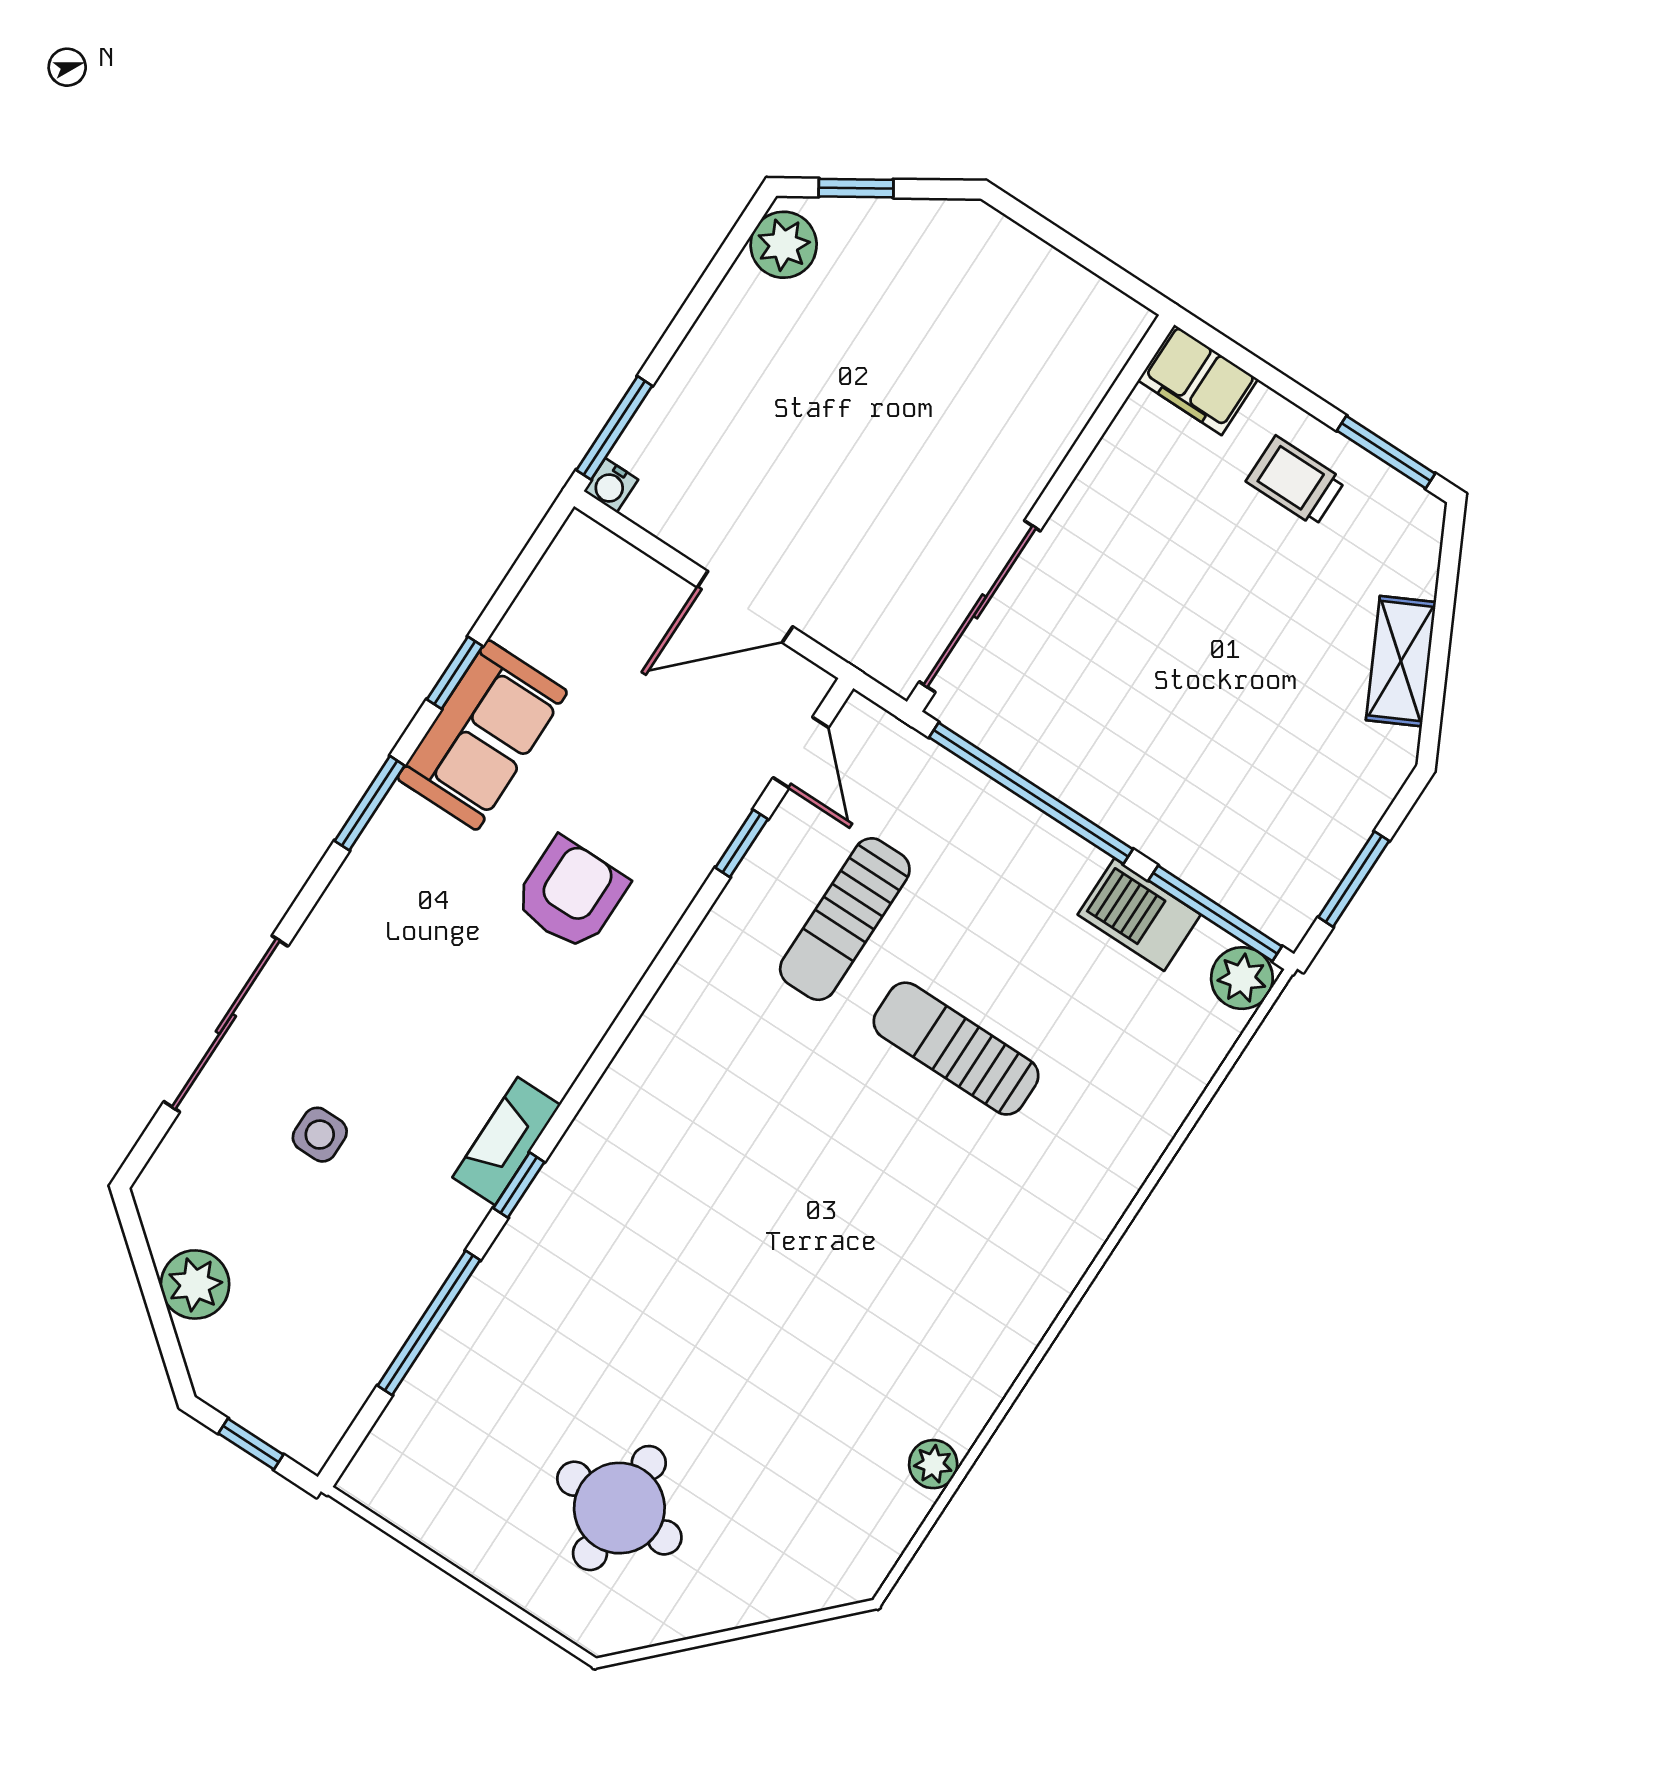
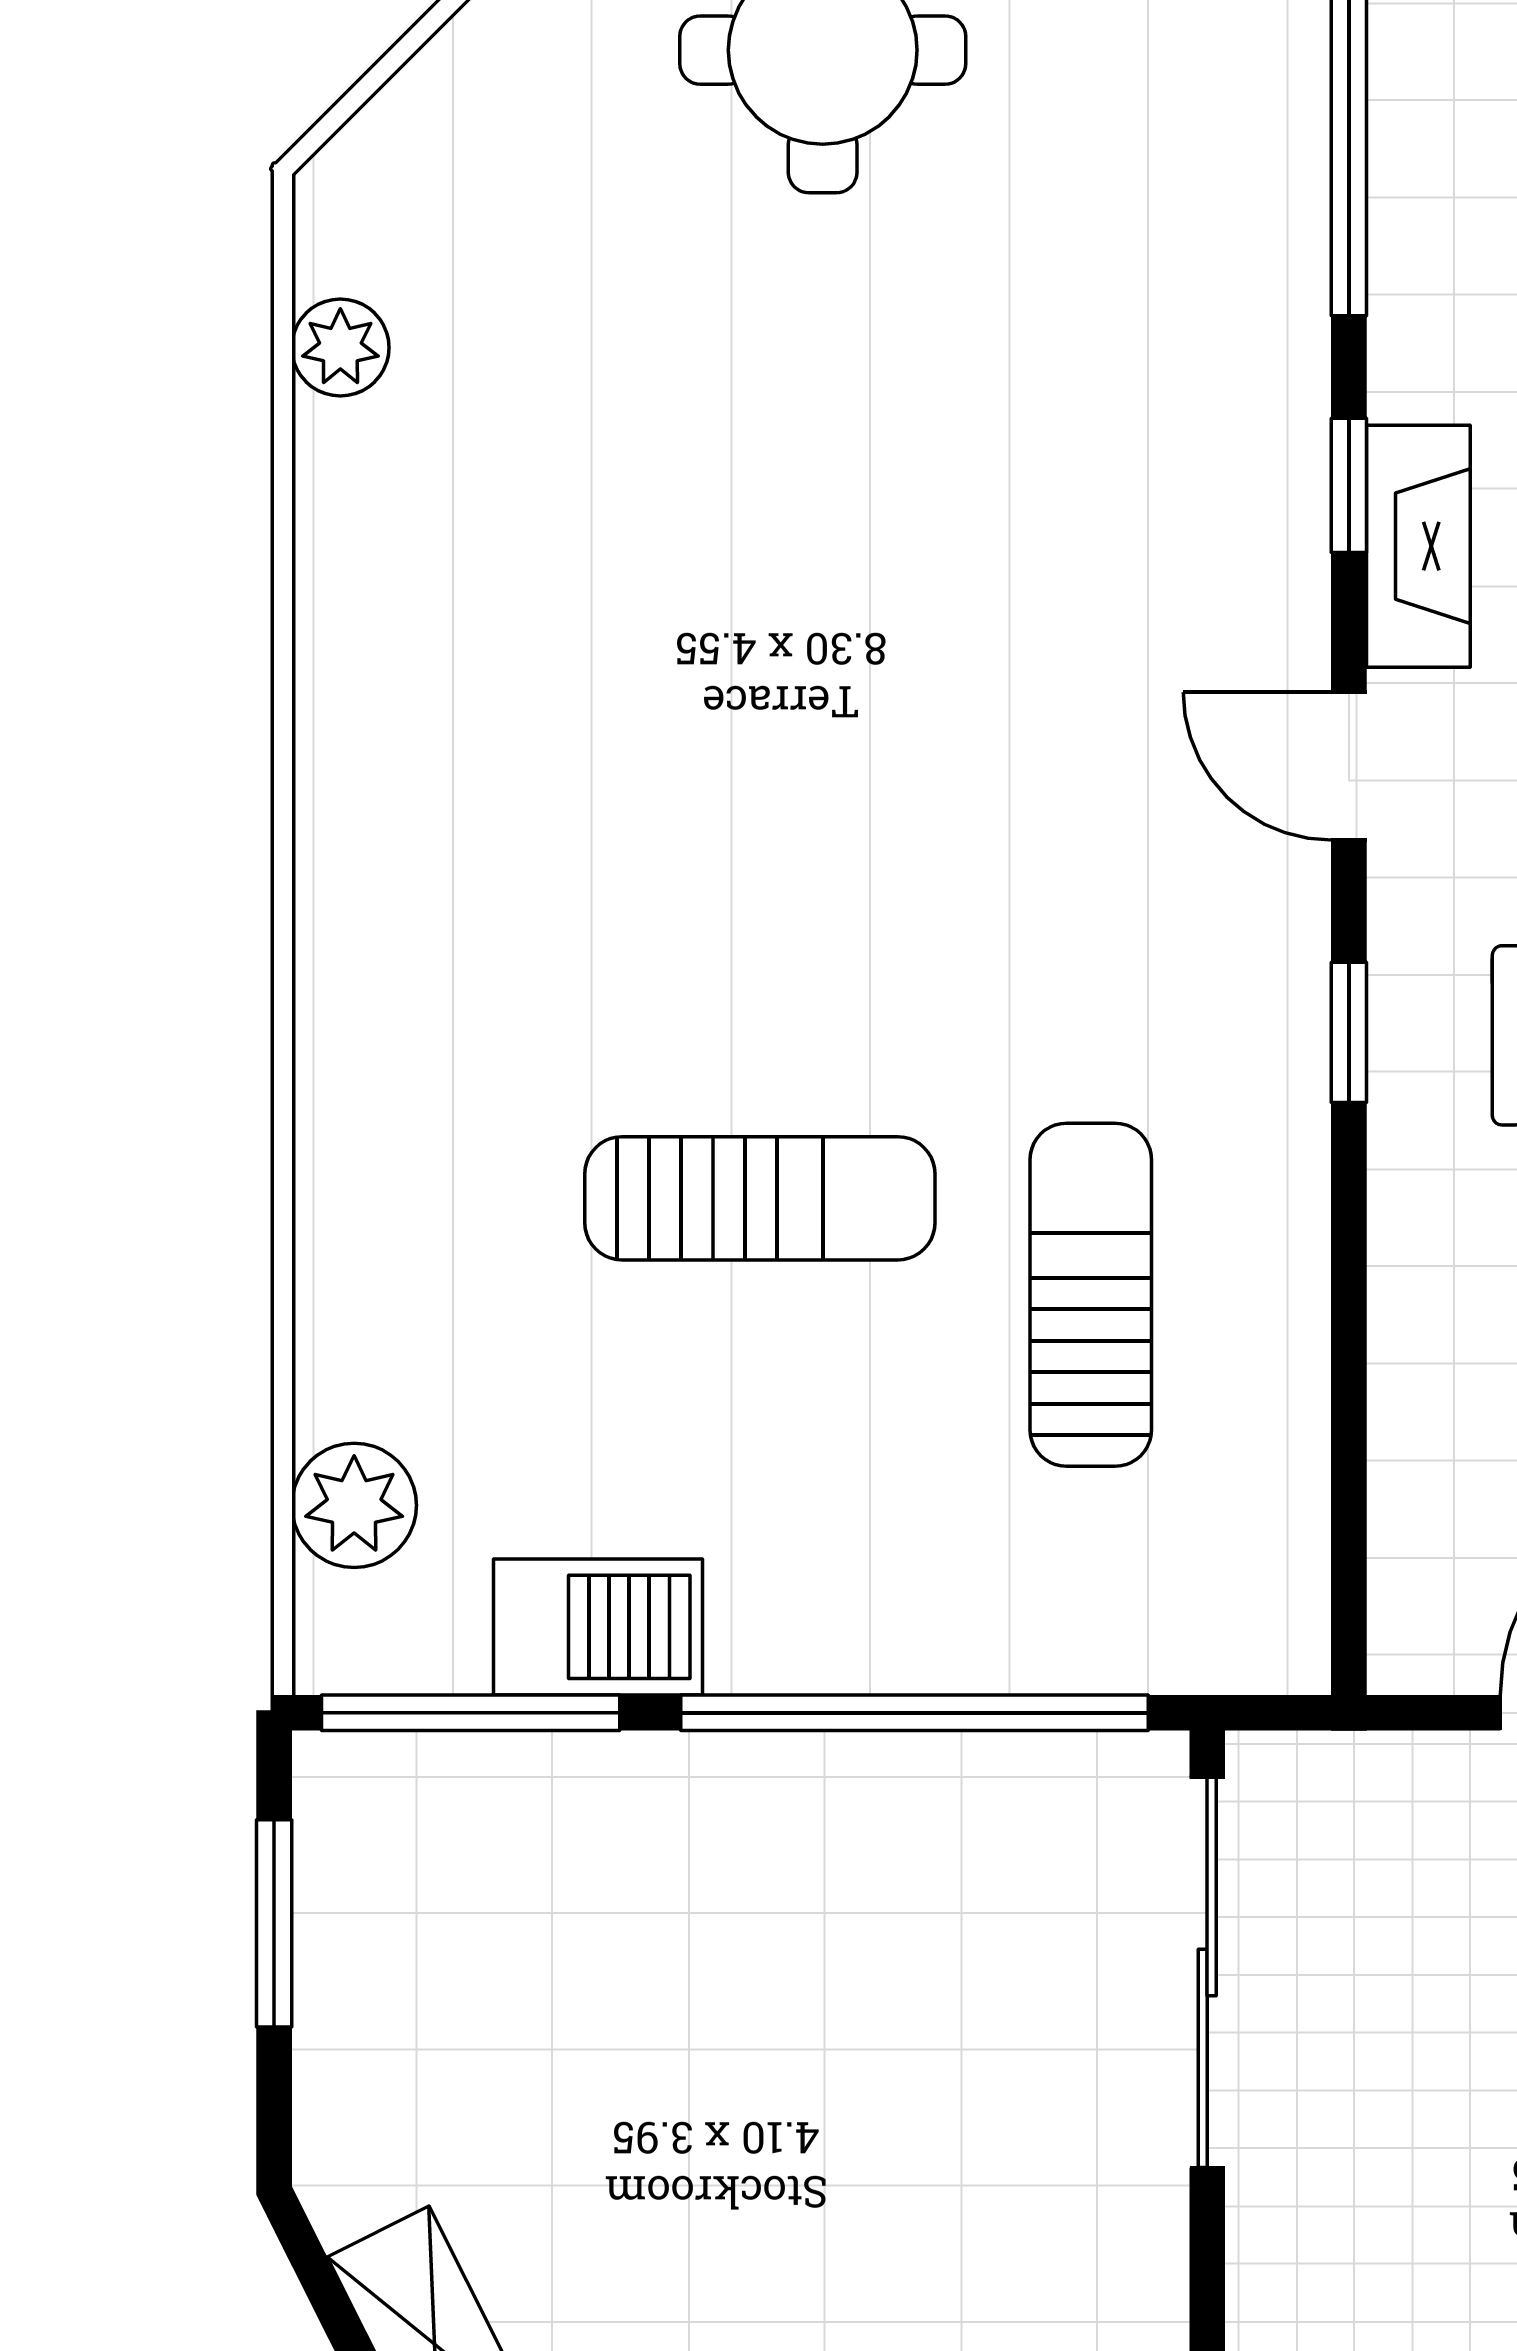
door: (801, 752) -> (1349, 766), moved
window: (742, 843) -> (1349, 1032), moved
plant: (1242, 978) -> (354, 1505), moved
plant: (933, 1464) -> (340, 348), moved

